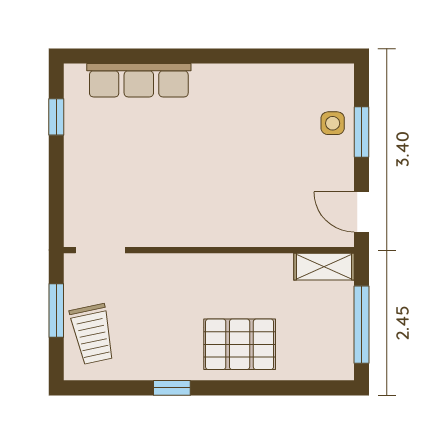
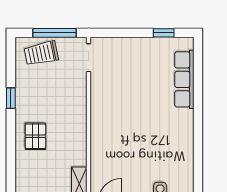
window: (56, 310) -> (54, 33), width x1.44
pallet: (240, 344) -> (35, 136), width x0.67, depth x0.71

